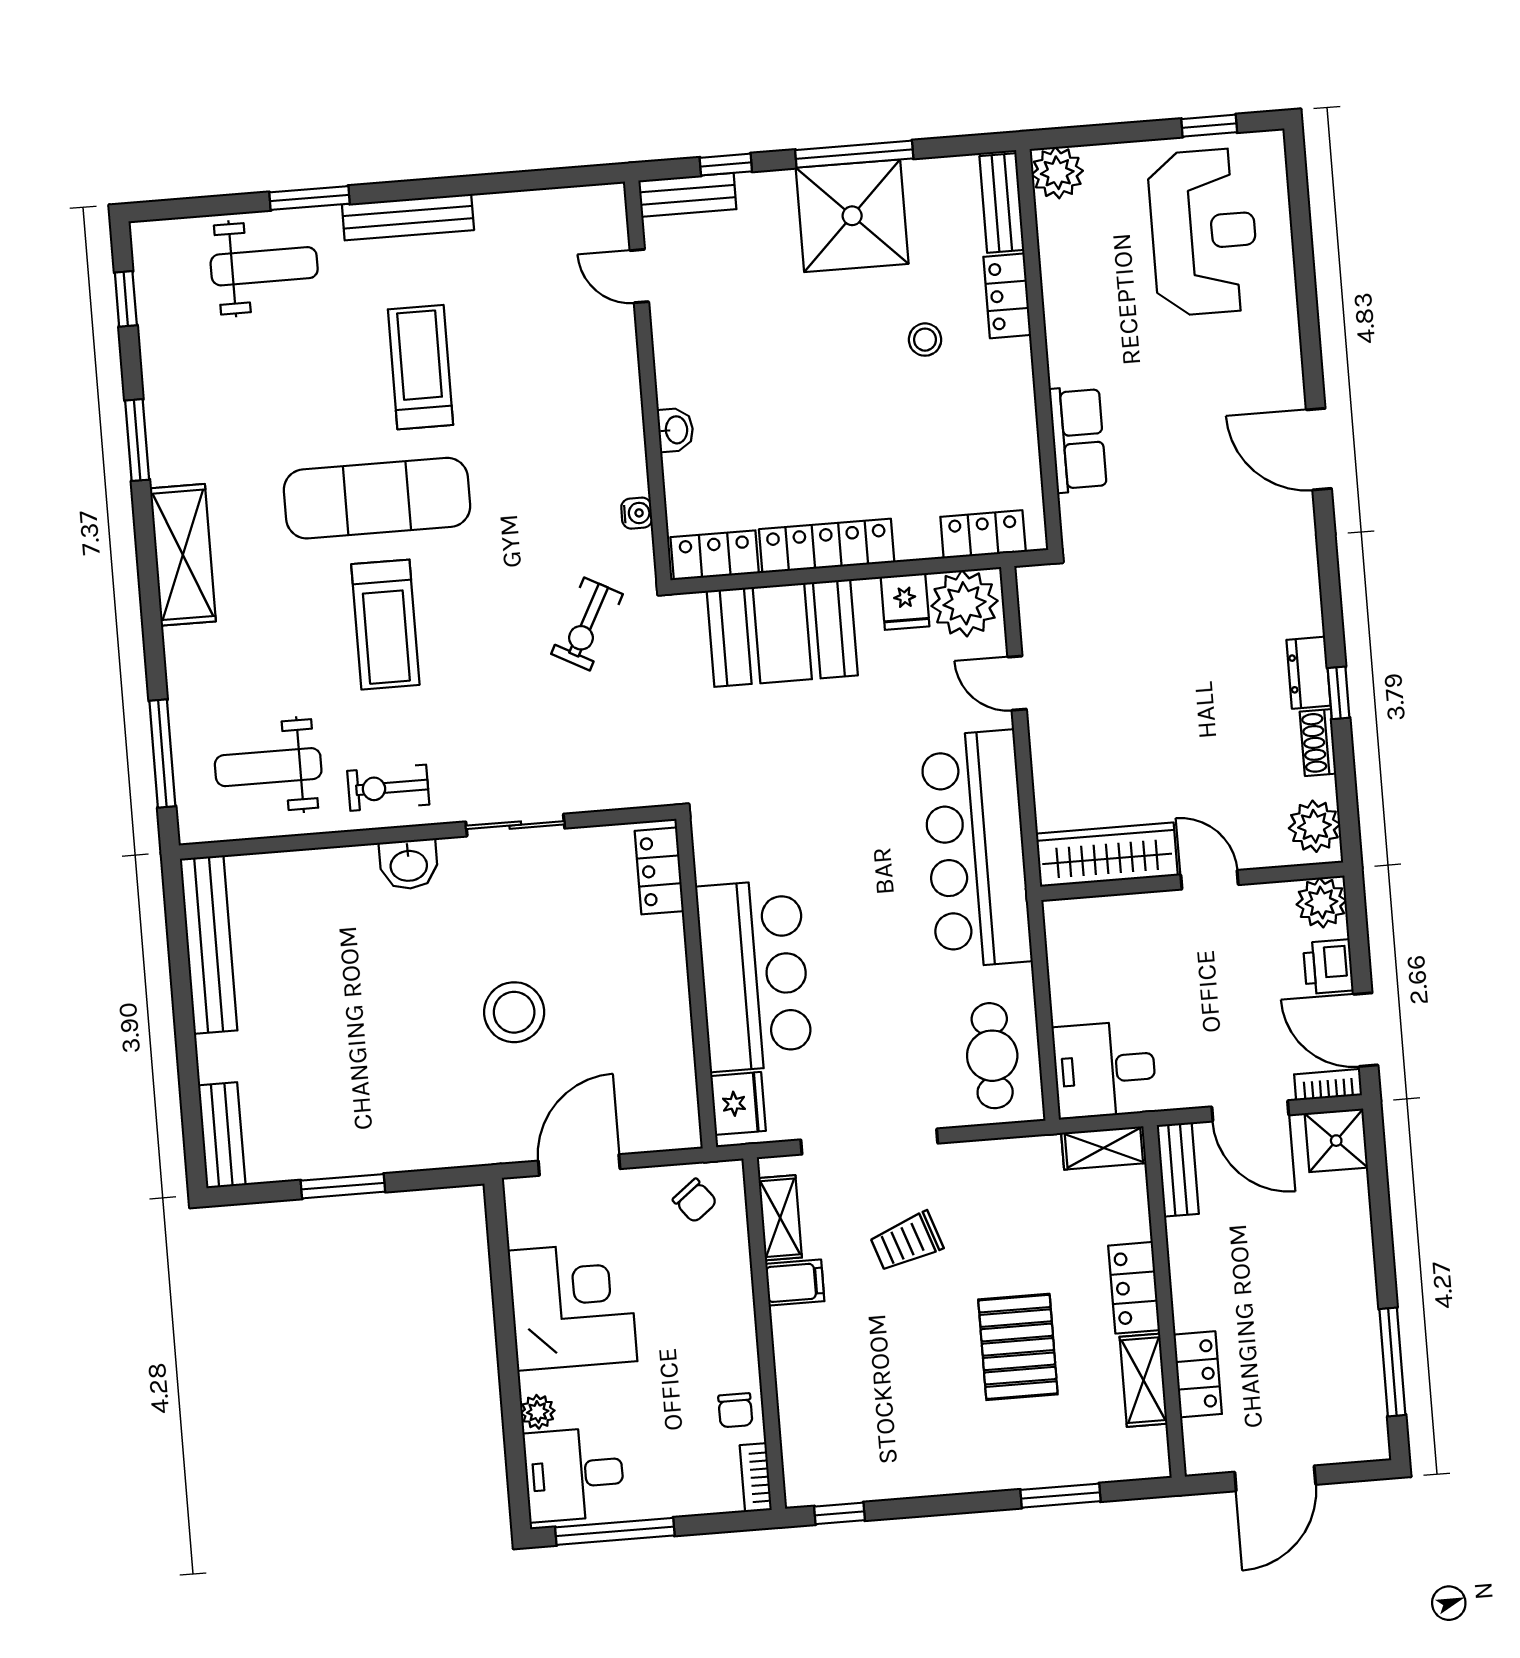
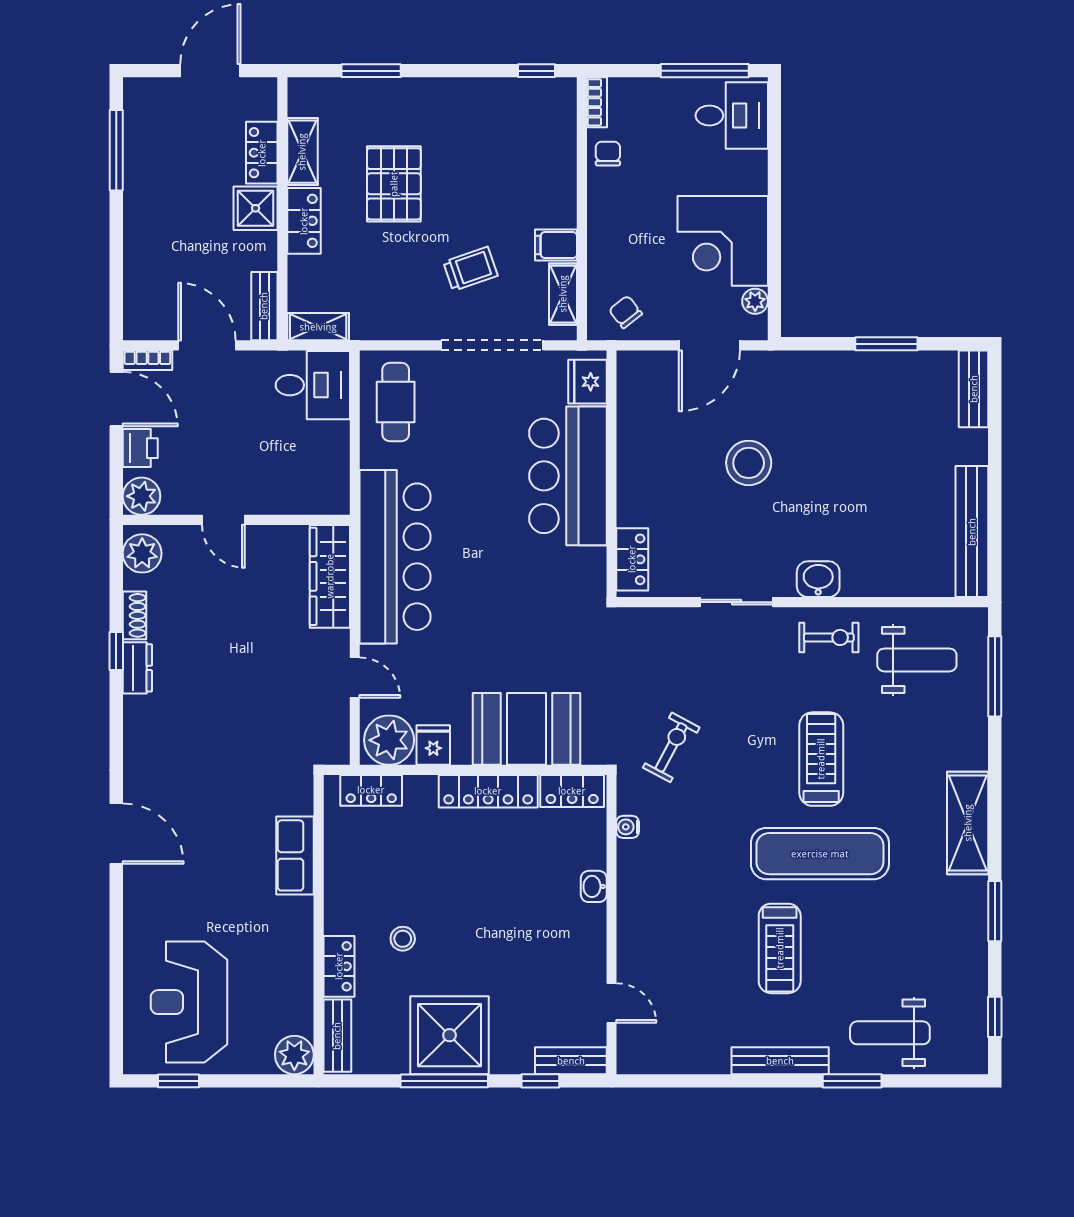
wardrobe: (1107, 855) -> (330, 576), moved, turned 90
shower: (1336, 1141) -> (256, 208), moved
plant: (538, 1412) -> (755, 301), moved

